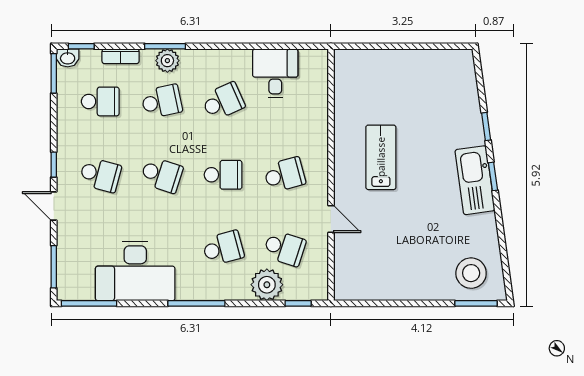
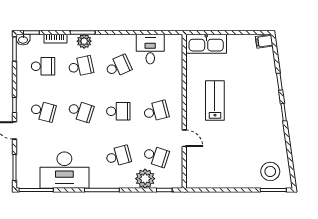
filing cabinet: (461, 61) -> (264, 41), added
kitchen sink: (475, 180) -> (206, 44), moved, turned -82

